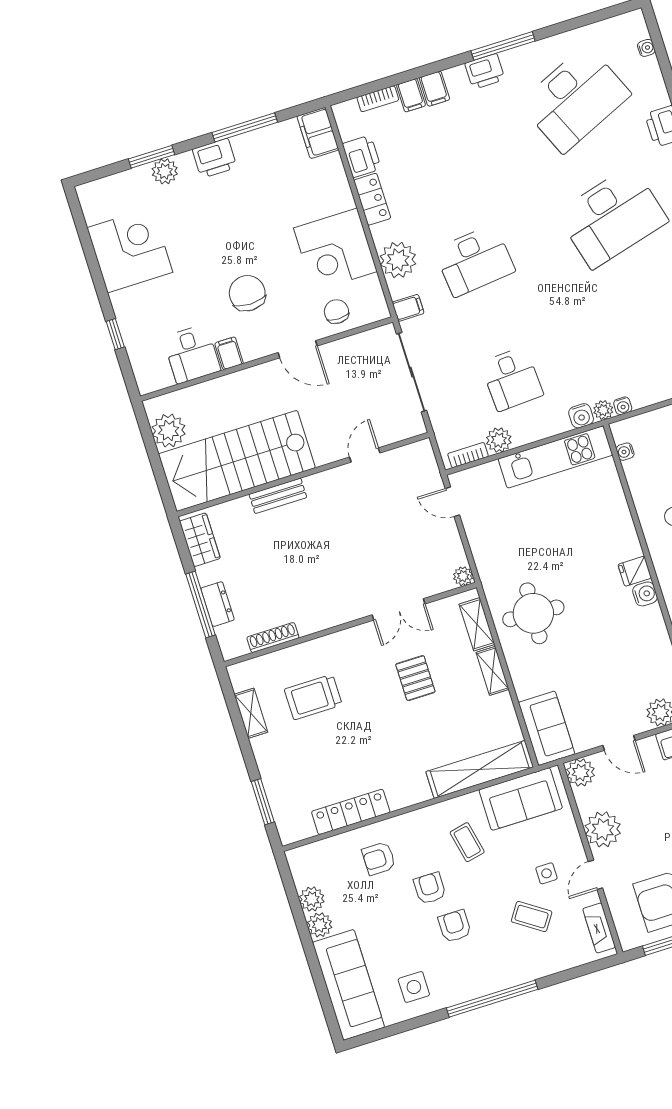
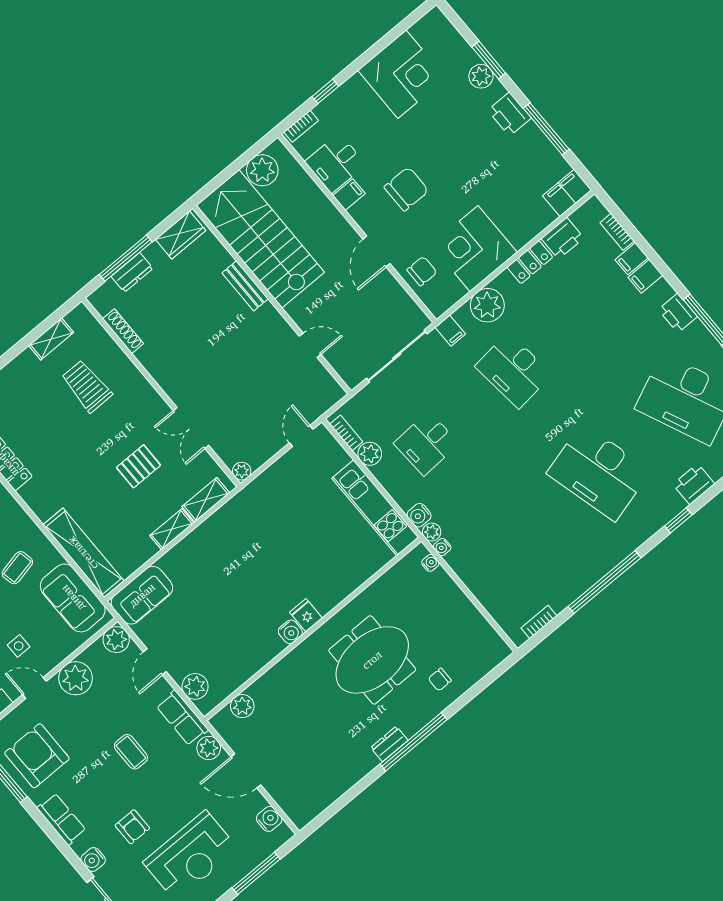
bookcase: (140, 373) -> (301, 126), added
water cooler: (625, 452) -> (430, 563), moved, turned 90
round table: (533, 613) -> (235, 544), removed

